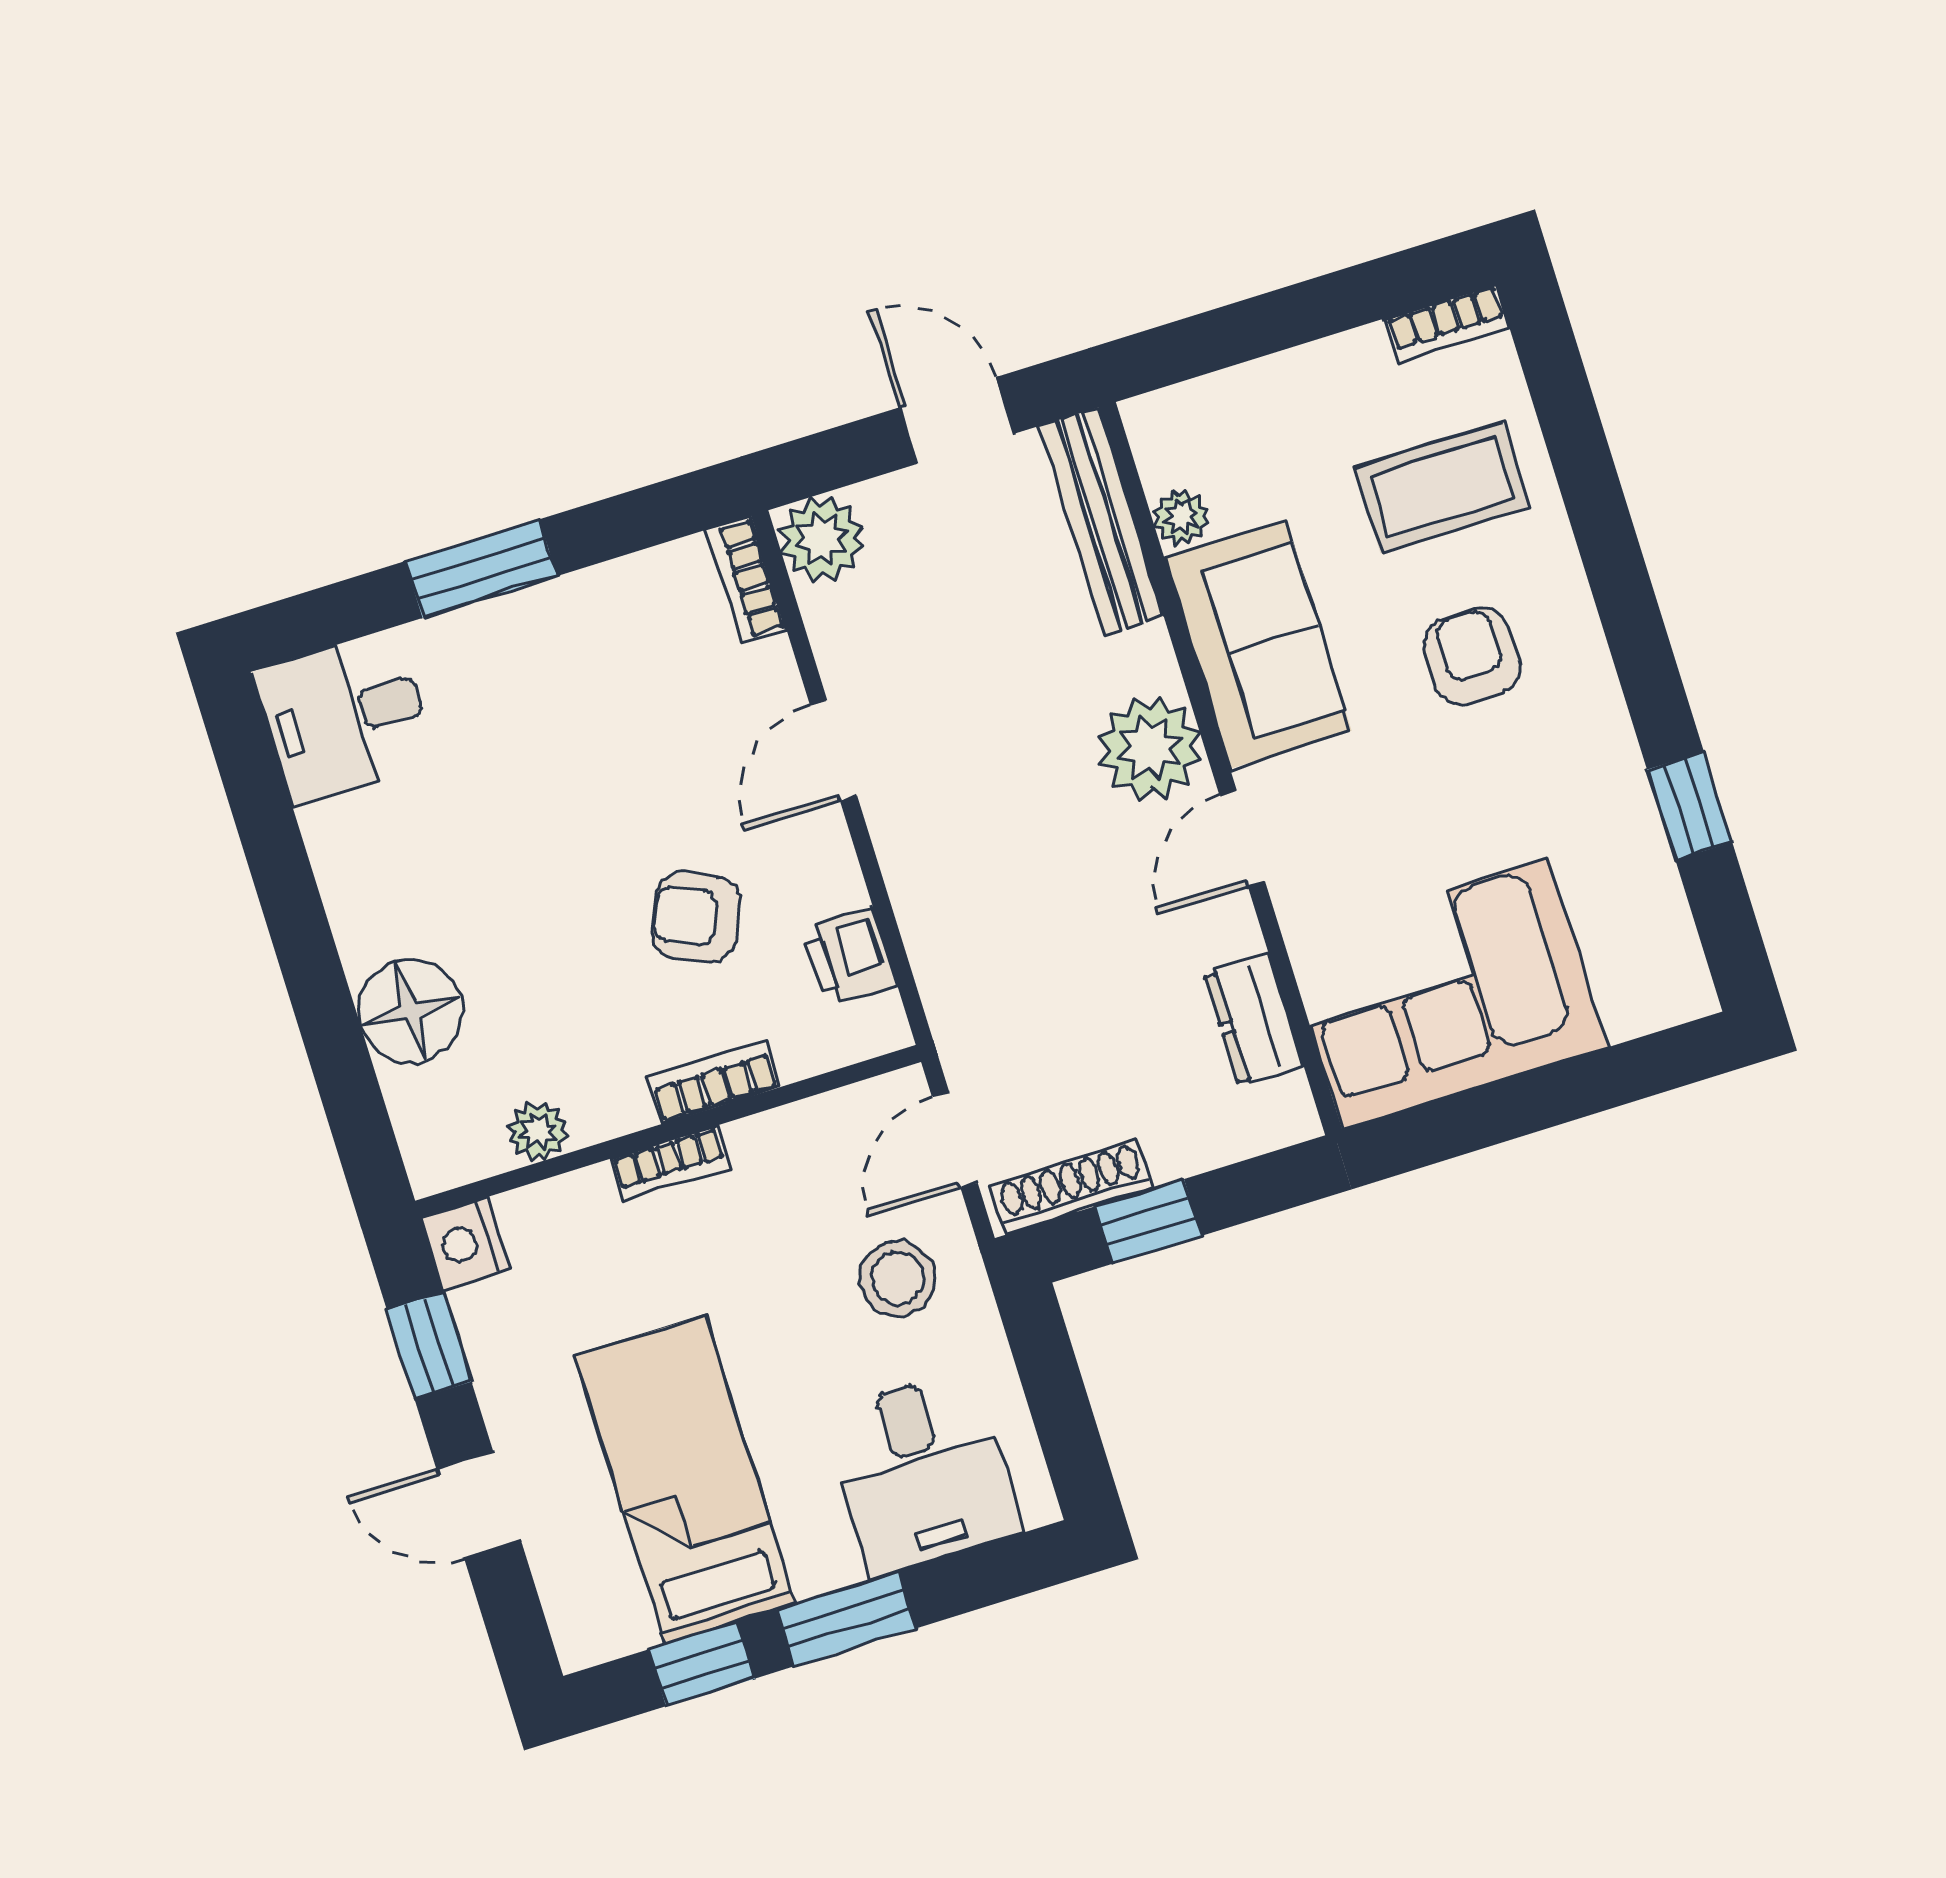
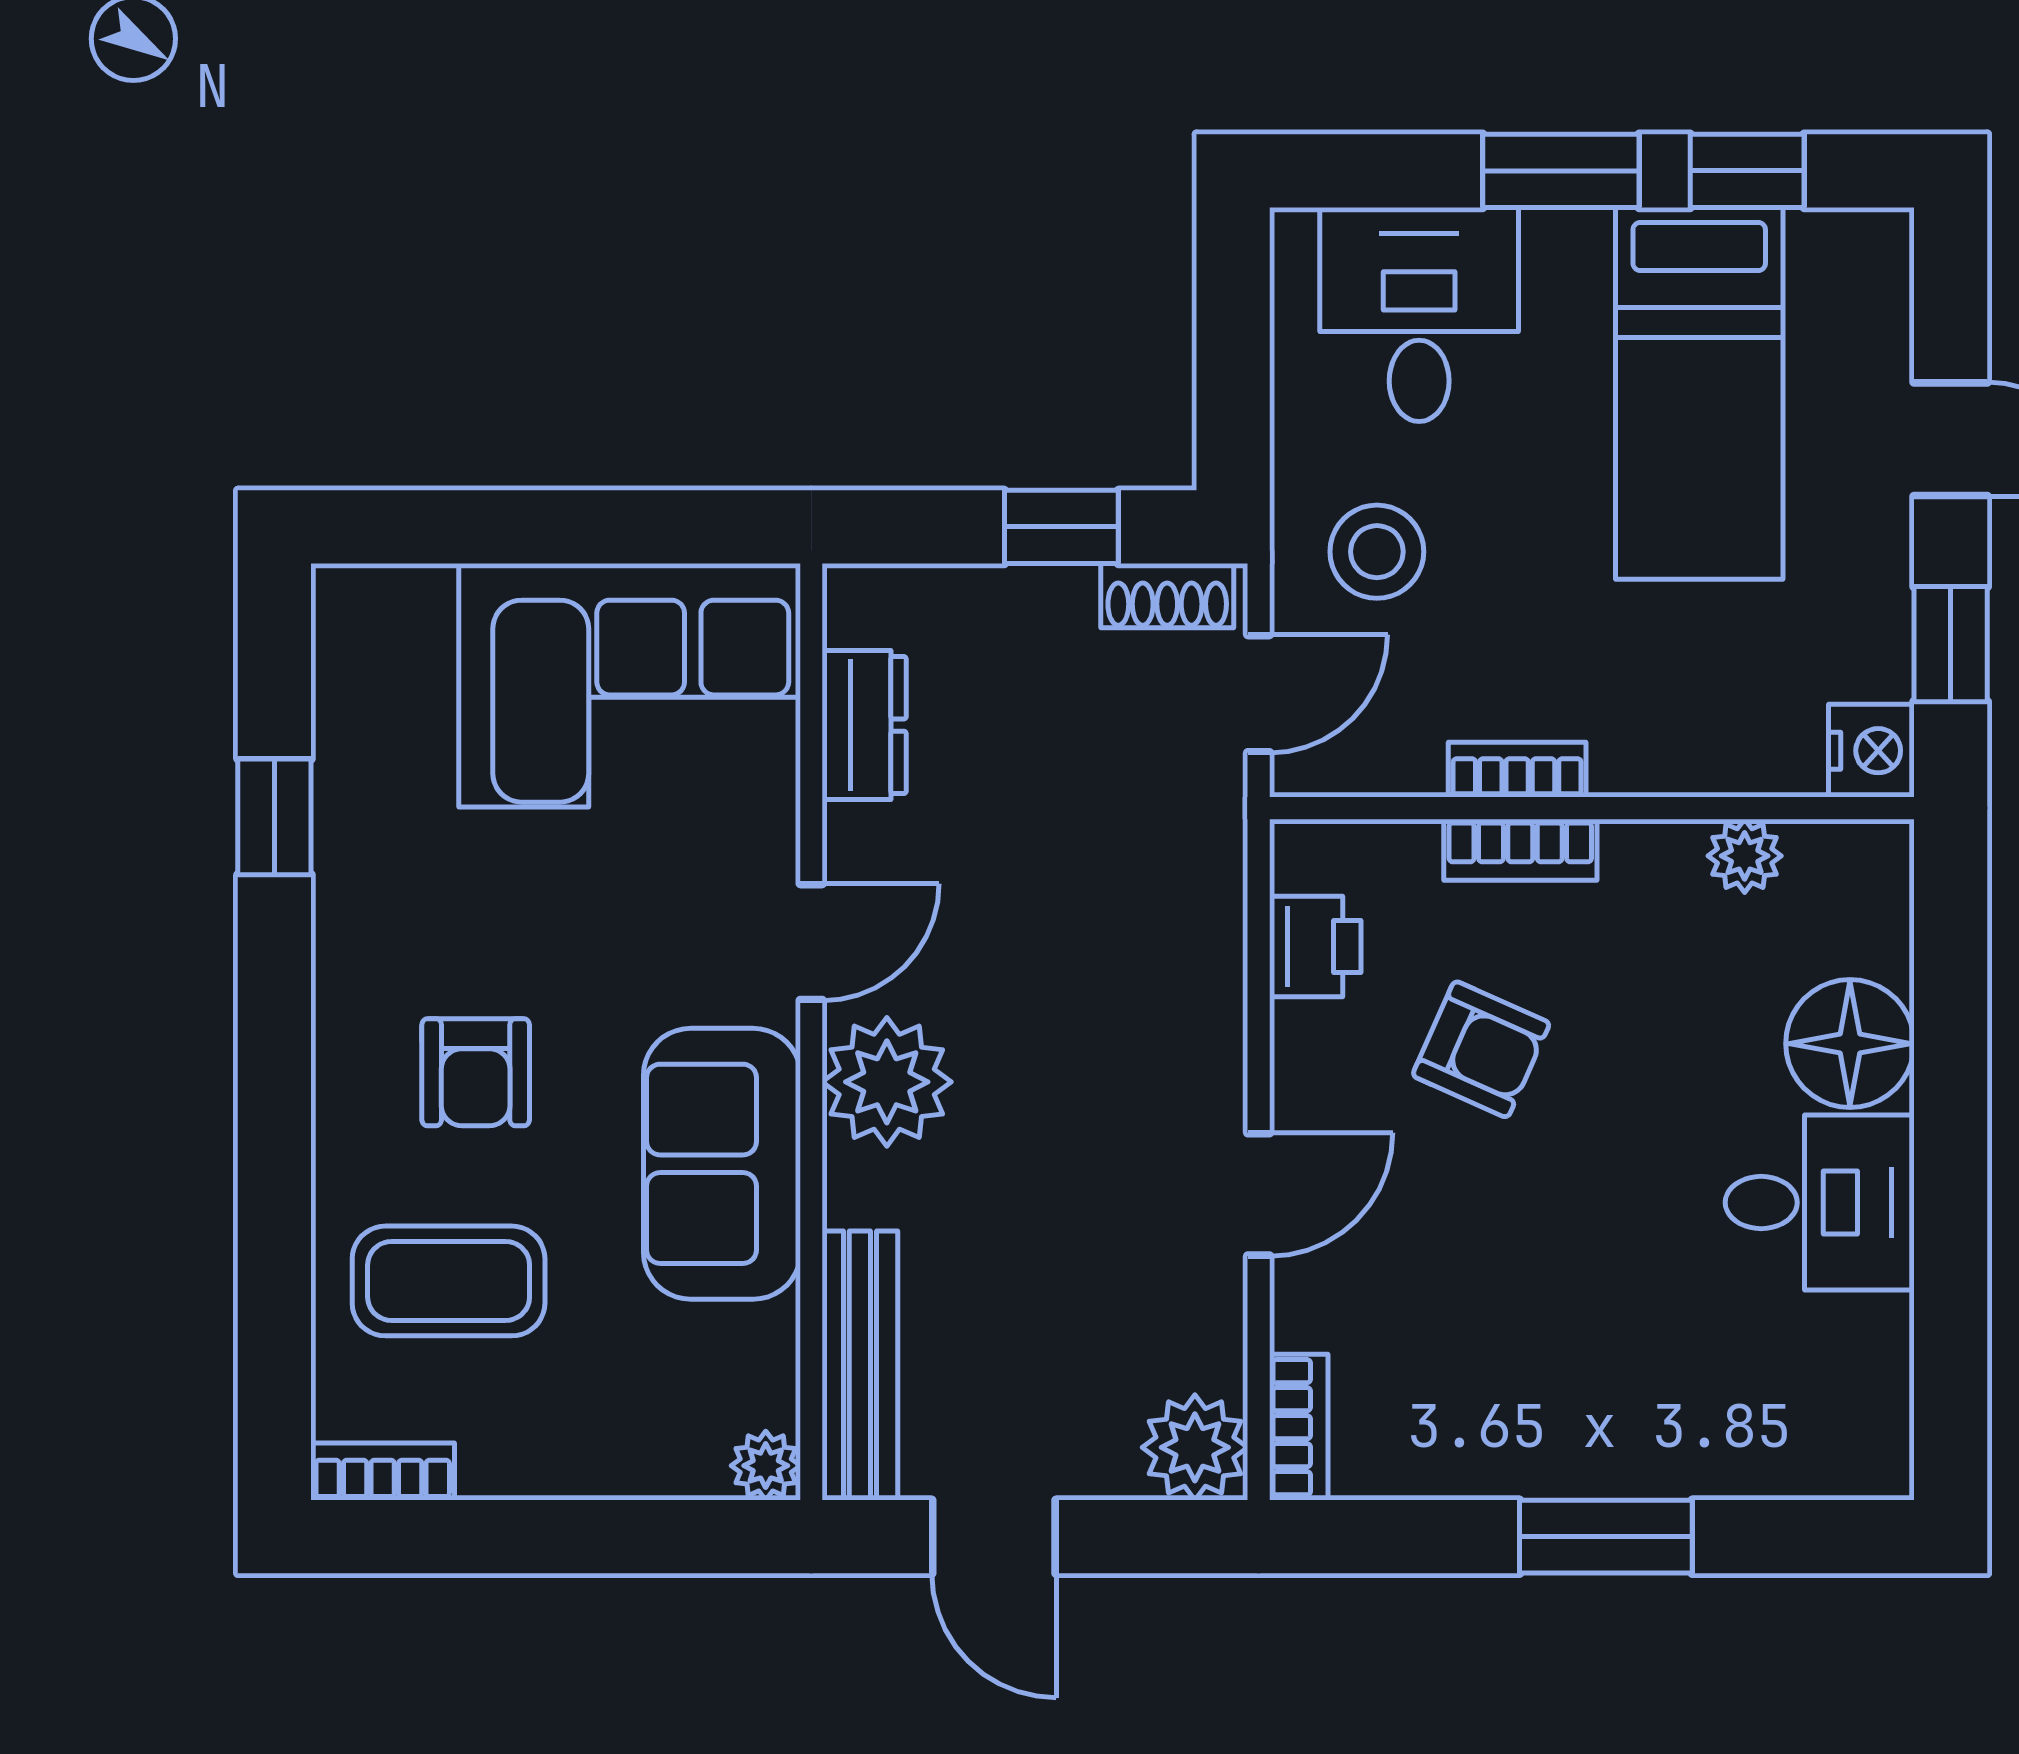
plant: (1181, 517) -> (766, 1466), moved
desk: (345, 717) -> (1820, 1203), moved
bookcase: (670, 1163) -> (1517, 770), moved
shoe rack: (1072, 1187) -> (1167, 596), width x0.70

